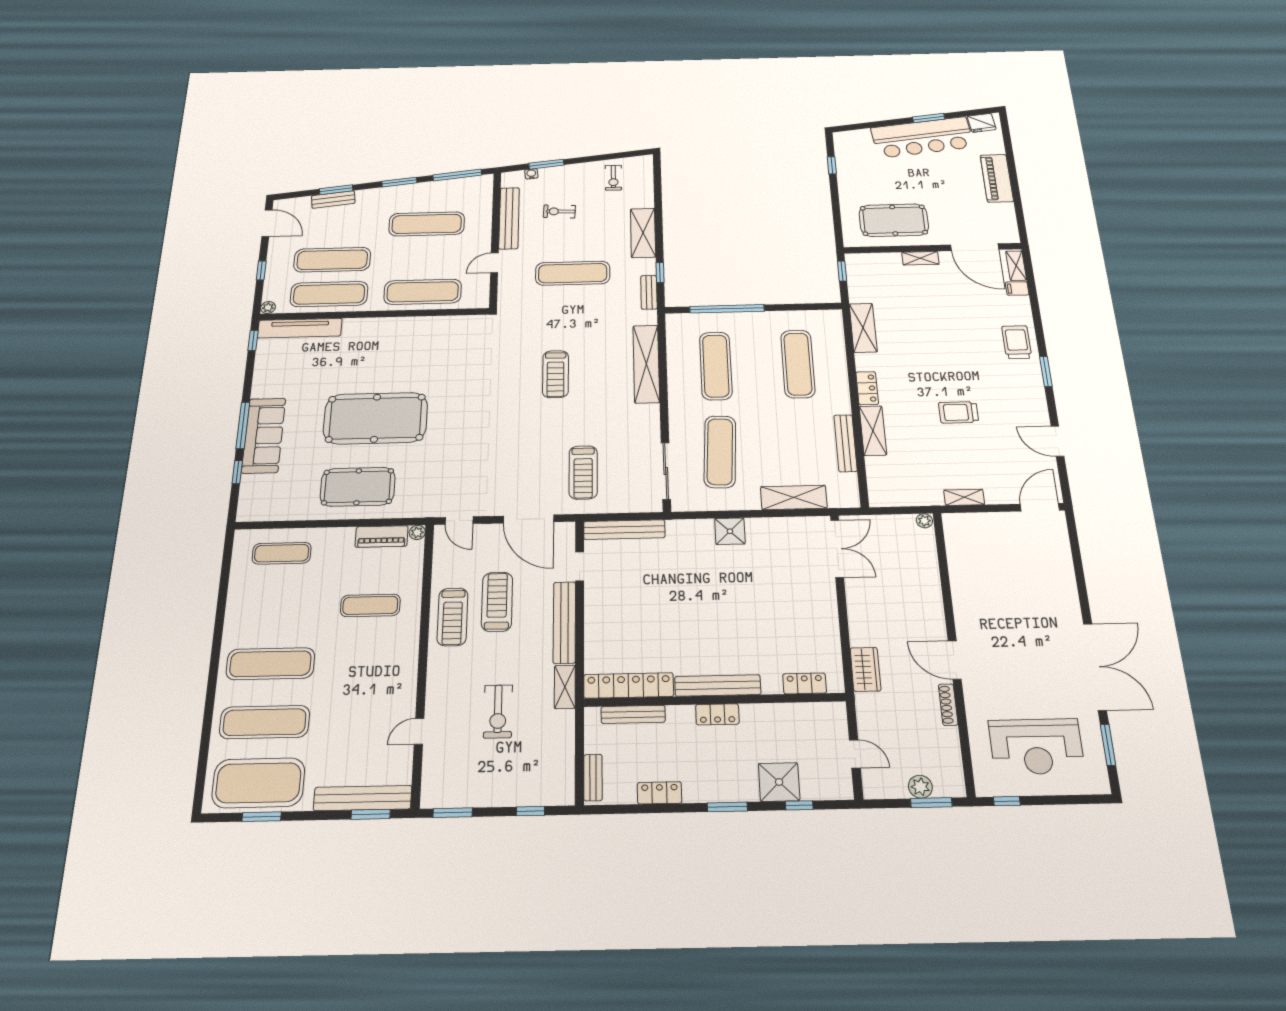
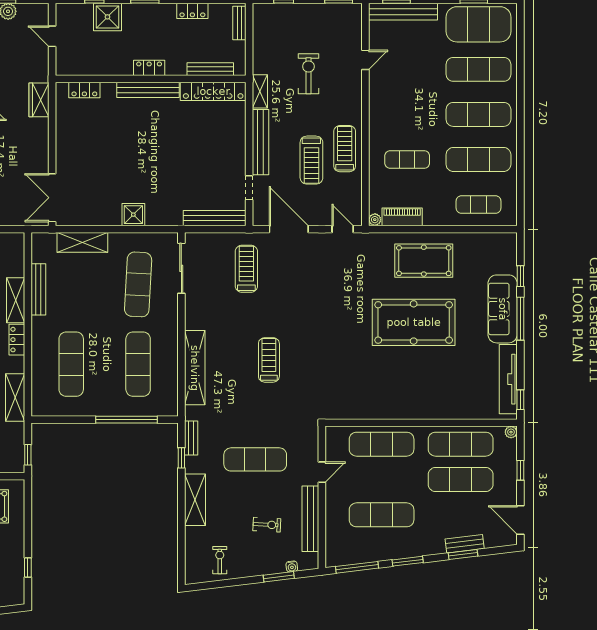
tv unit: (300, 328) -> (508, 379), moved, turned -90
exercise mat: (276, 607) -> (478, 159), added

